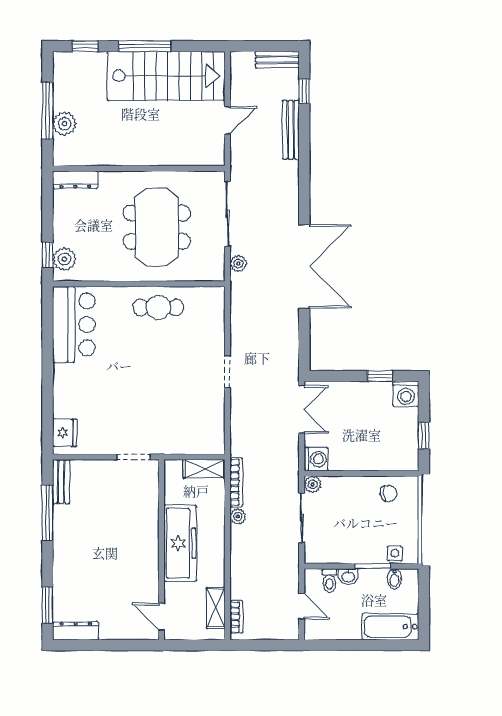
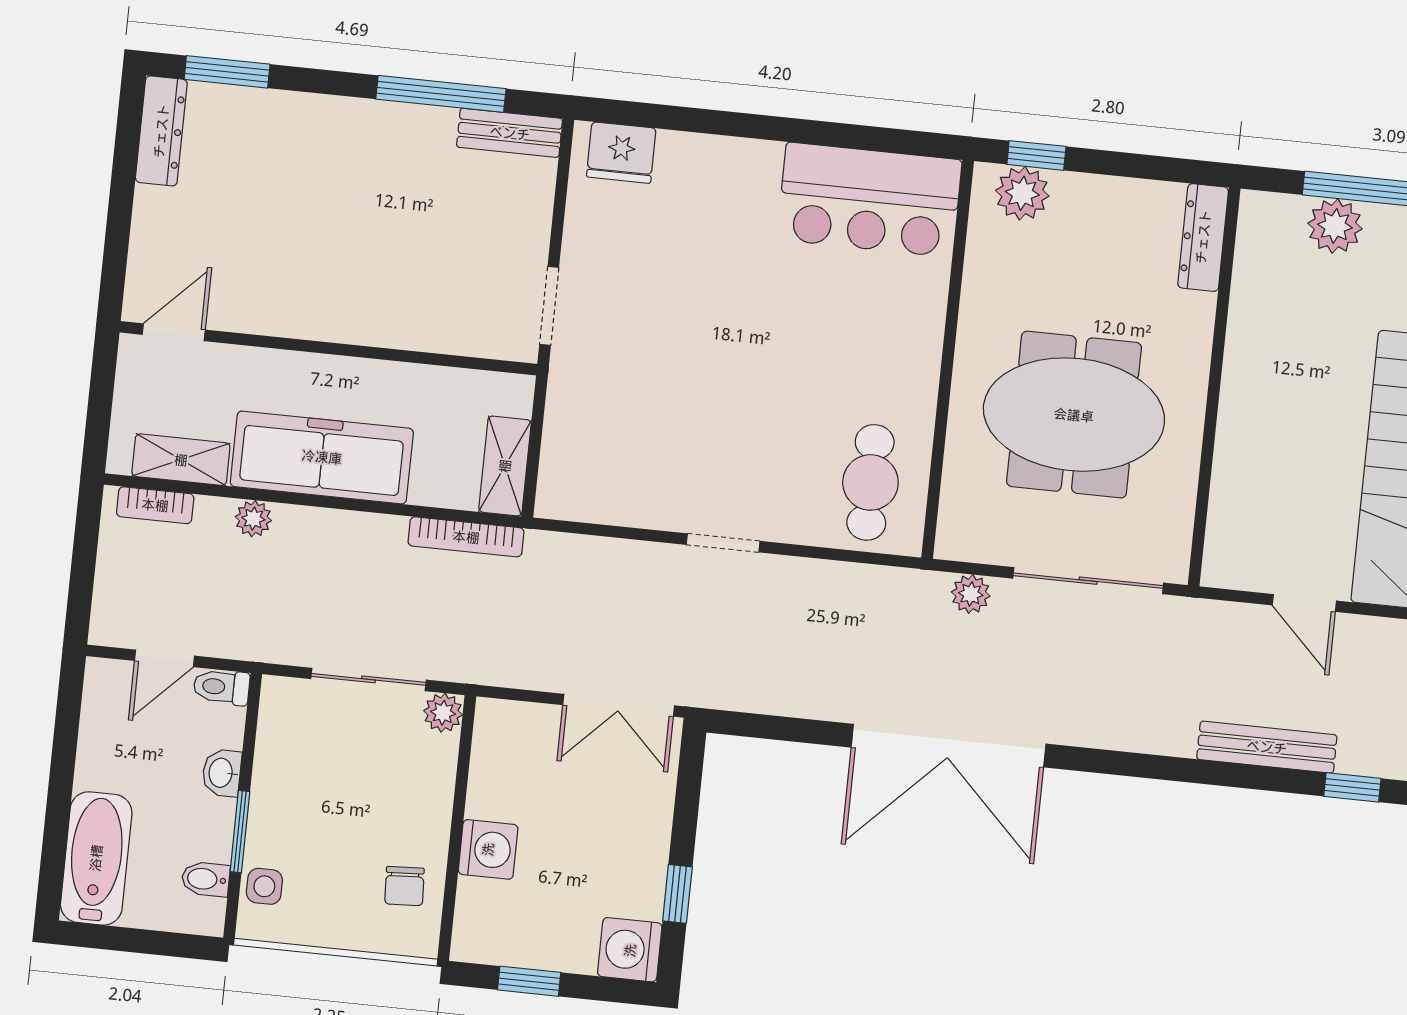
cafe table: (158, 307) -> (870, 482), moved
washing machine: (316, 459) -> (488, 849), moved, turned -90
plant: (238, 517) -> (253, 519), moved
freezer: (180, 543) -> (322, 457), moved, turned 180
toilet: (329, 581) -> (221, 687), moved

